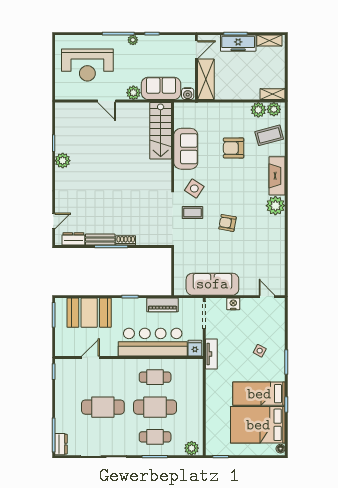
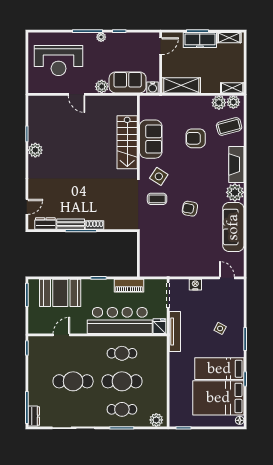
shelving: (206, 79) -> (181, 85), moved, turned 90
stairs: (161, 131) -> (127, 142), moved
sofa: (212, 284) -> (233, 227), moved, turned -90
tv unit: (211, 354) -> (175, 332), width x1.41

